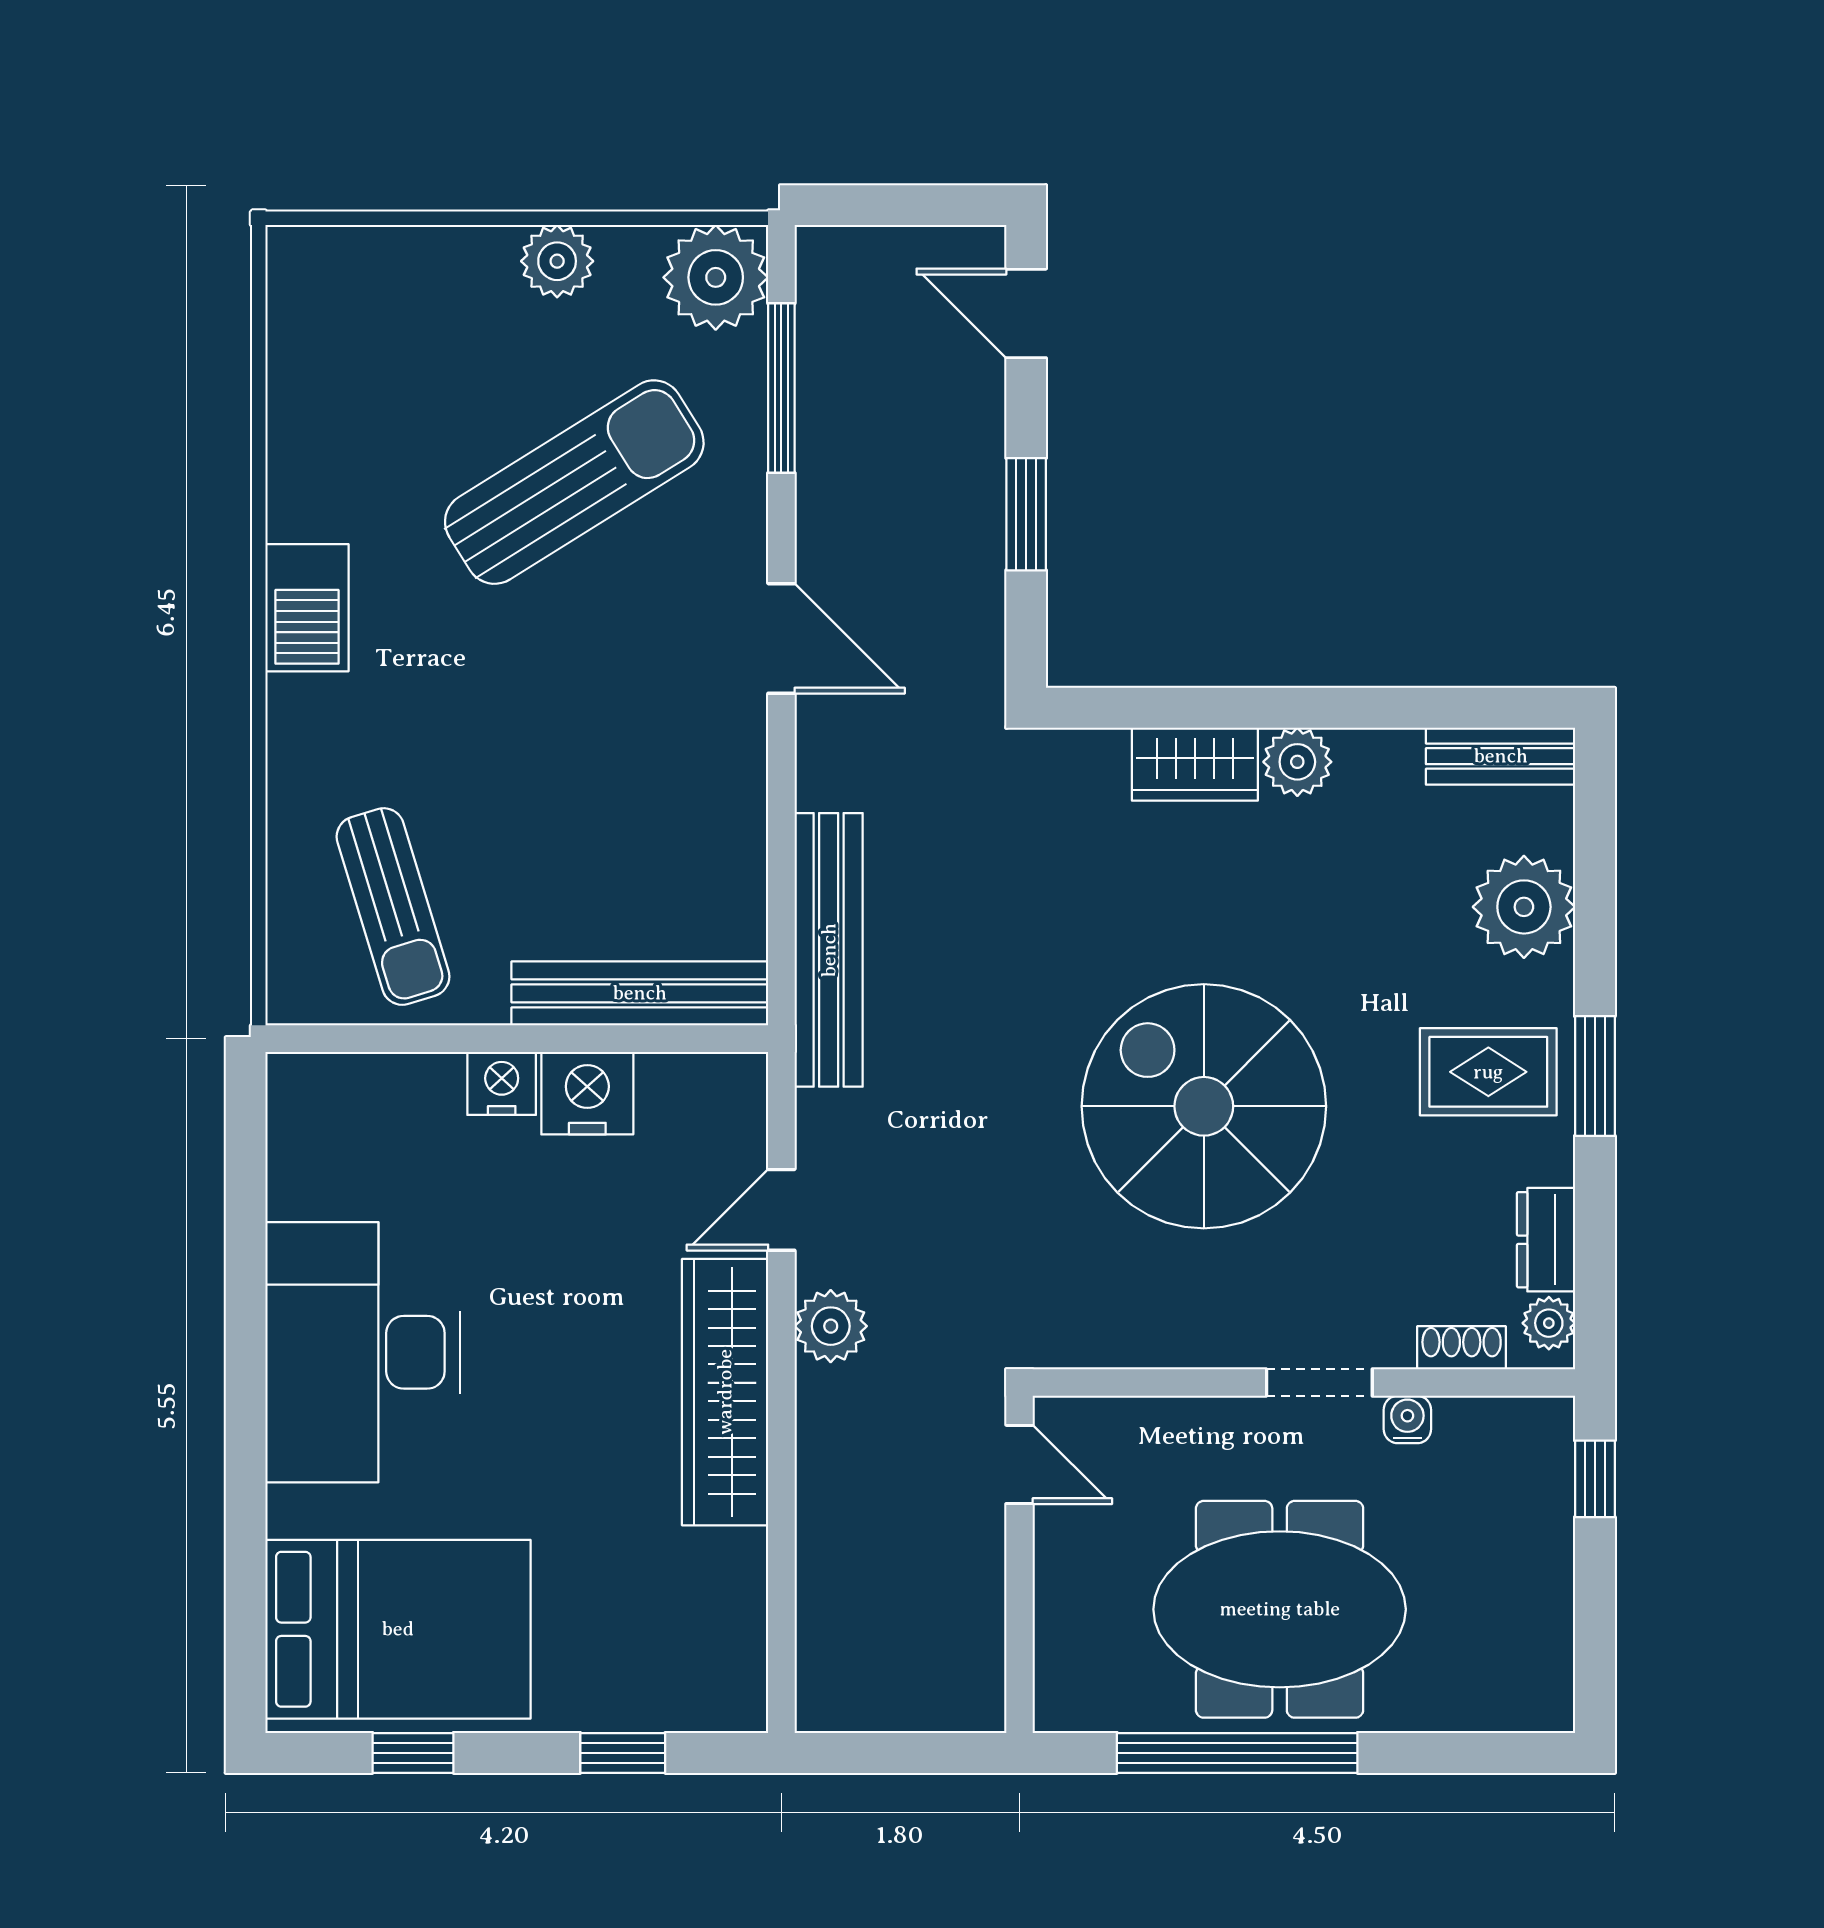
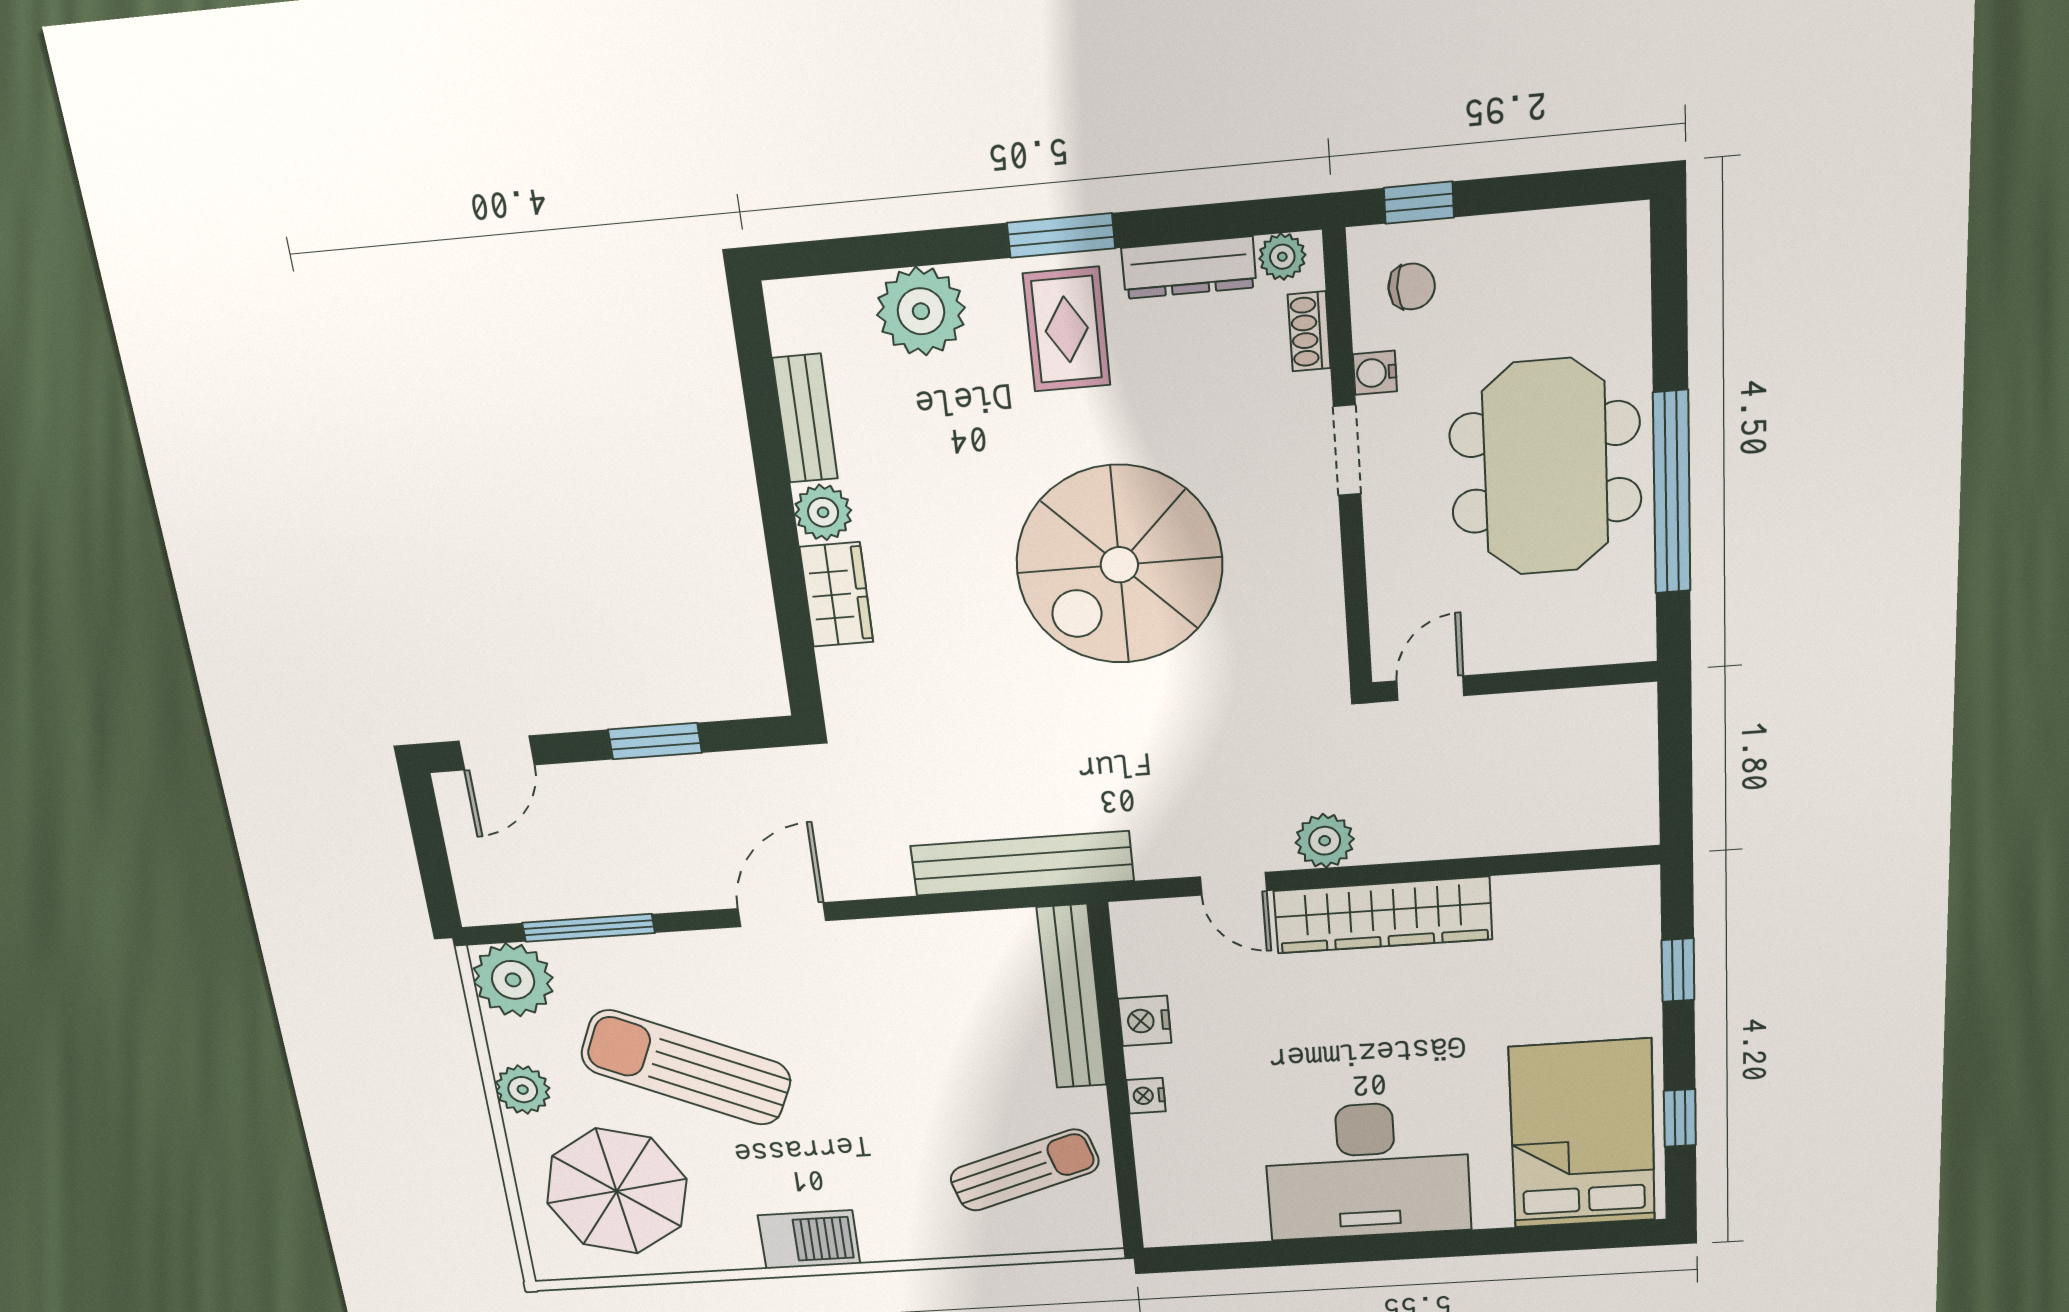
parasol: (397, 360) -> (617, 1191), added
sun lounger: (574, 482) -> (686, 1068), turned -34
bench: (1501, 756) -> (805, 418), moved
nightstand: (502, 1083) -> (1146, 1096), width x0.72, depth x0.74
nightstand: (587, 1093) -> (1145, 1021), width x0.74, depth x0.75
dresser: (1546, 1240) -> (1189, 268), width x1.44
chair: (1502, 1466) -> (1412, 286), added

